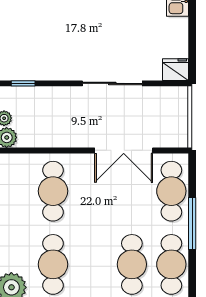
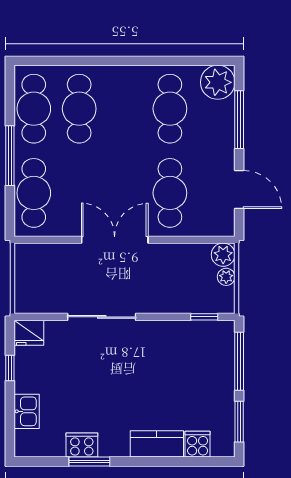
window: (192, 39) -> (10, 368), added
double door: (124, 150) -> (115, 240), moved

